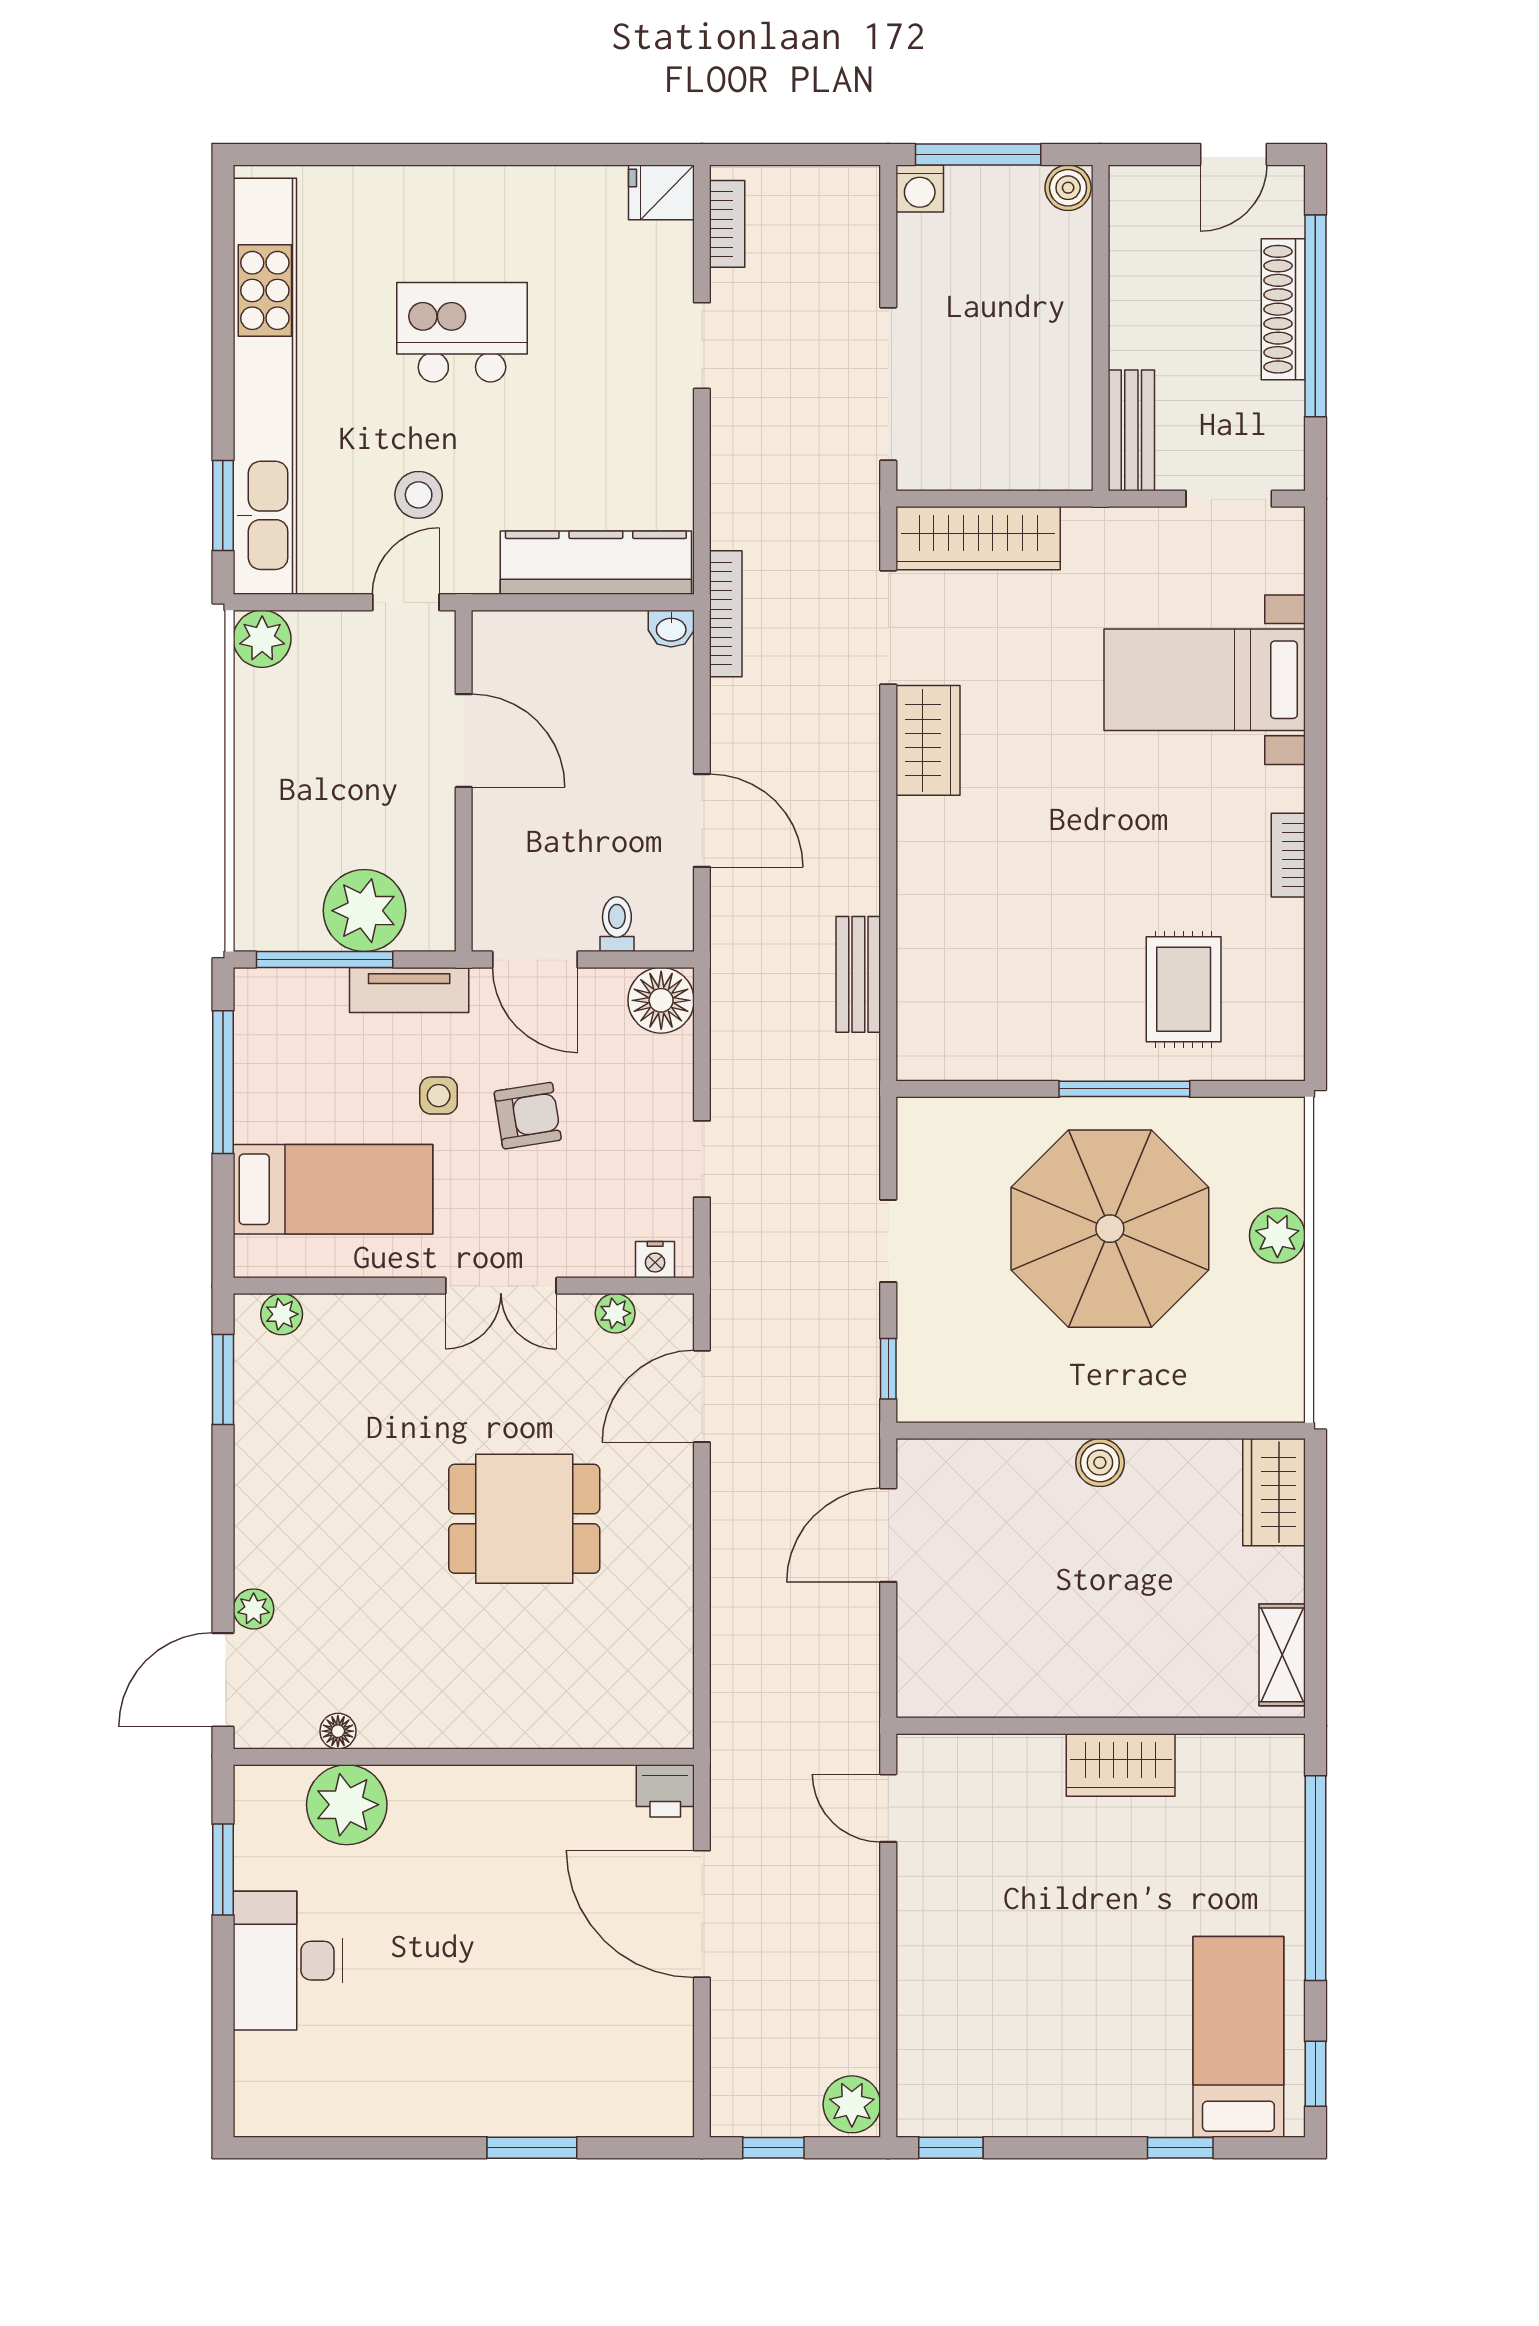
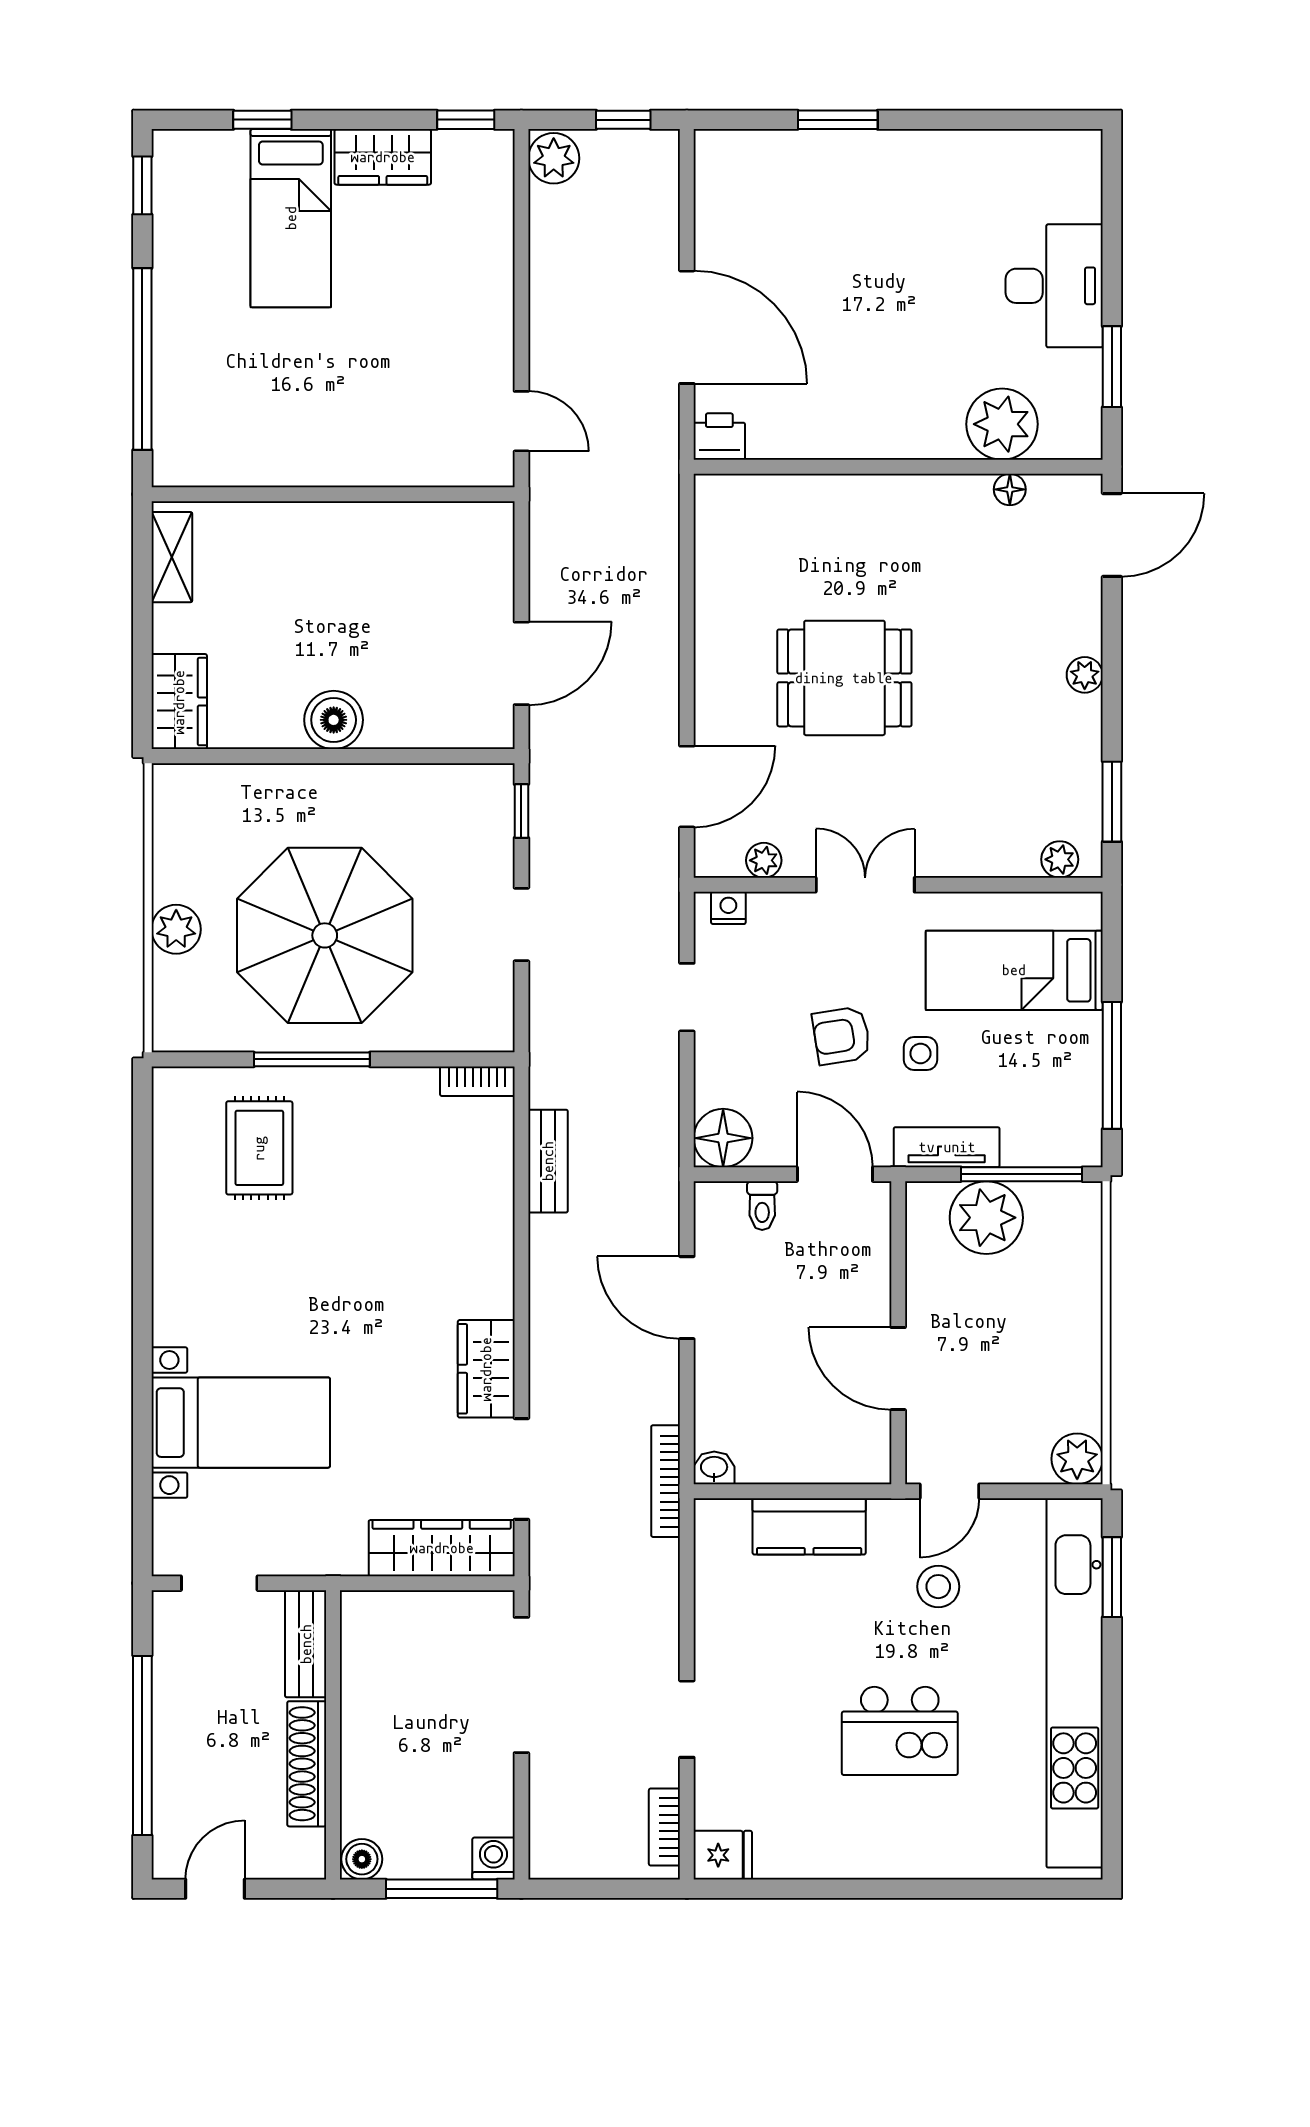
shoe rack: (1283, 309) -> (307, 1764), moved, turned 180
kitchen counter: (596, 563) -> (809, 1526), width x0.67
bookcase: (1288, 855) -> (477, 1081), moved, turned 90
boiler: (1100, 1463) -> (334, 720), width x1.36, depth x1.36
plant: (254, 1609) -> (1085, 675), moved
wardrobe: (1121, 1765) -> (383, 157), moved, turned 180
bed: (1238, 2037) -> (291, 218), moved

